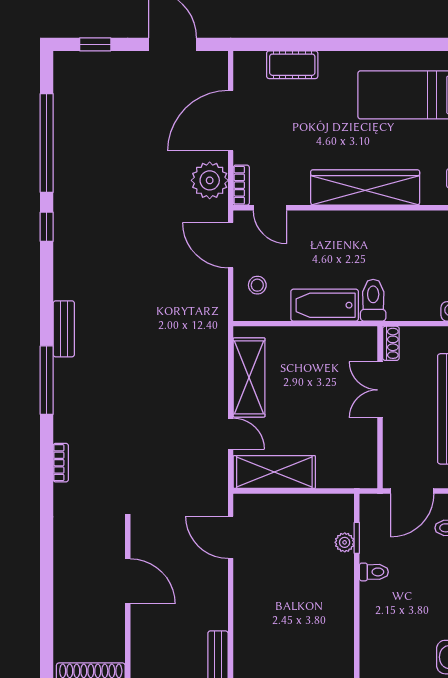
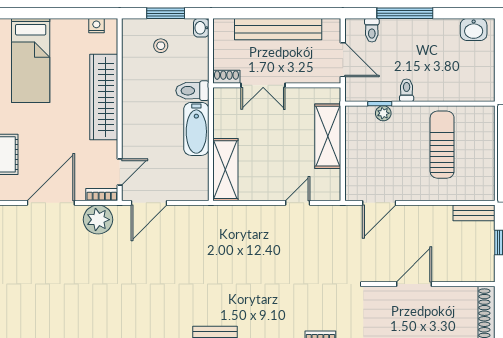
door: (231, 121) -> (51, 203), swing flipped
stool: (257, 285) -> (161, 46), moved
shelving: (249, 377) -> (225, 170), moved, turned 90
shelving: (274, 472) -> (328, 136), moved
sun lounger: (305, 617) -> (442, 145), added

